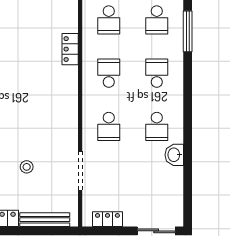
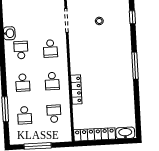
school desk: (157, 20) -> (24, 115), turned 180
locker: (70, 49) -> (76, 89), width x1.53
school desk: (109, 126) -> (50, 48), turned 180

